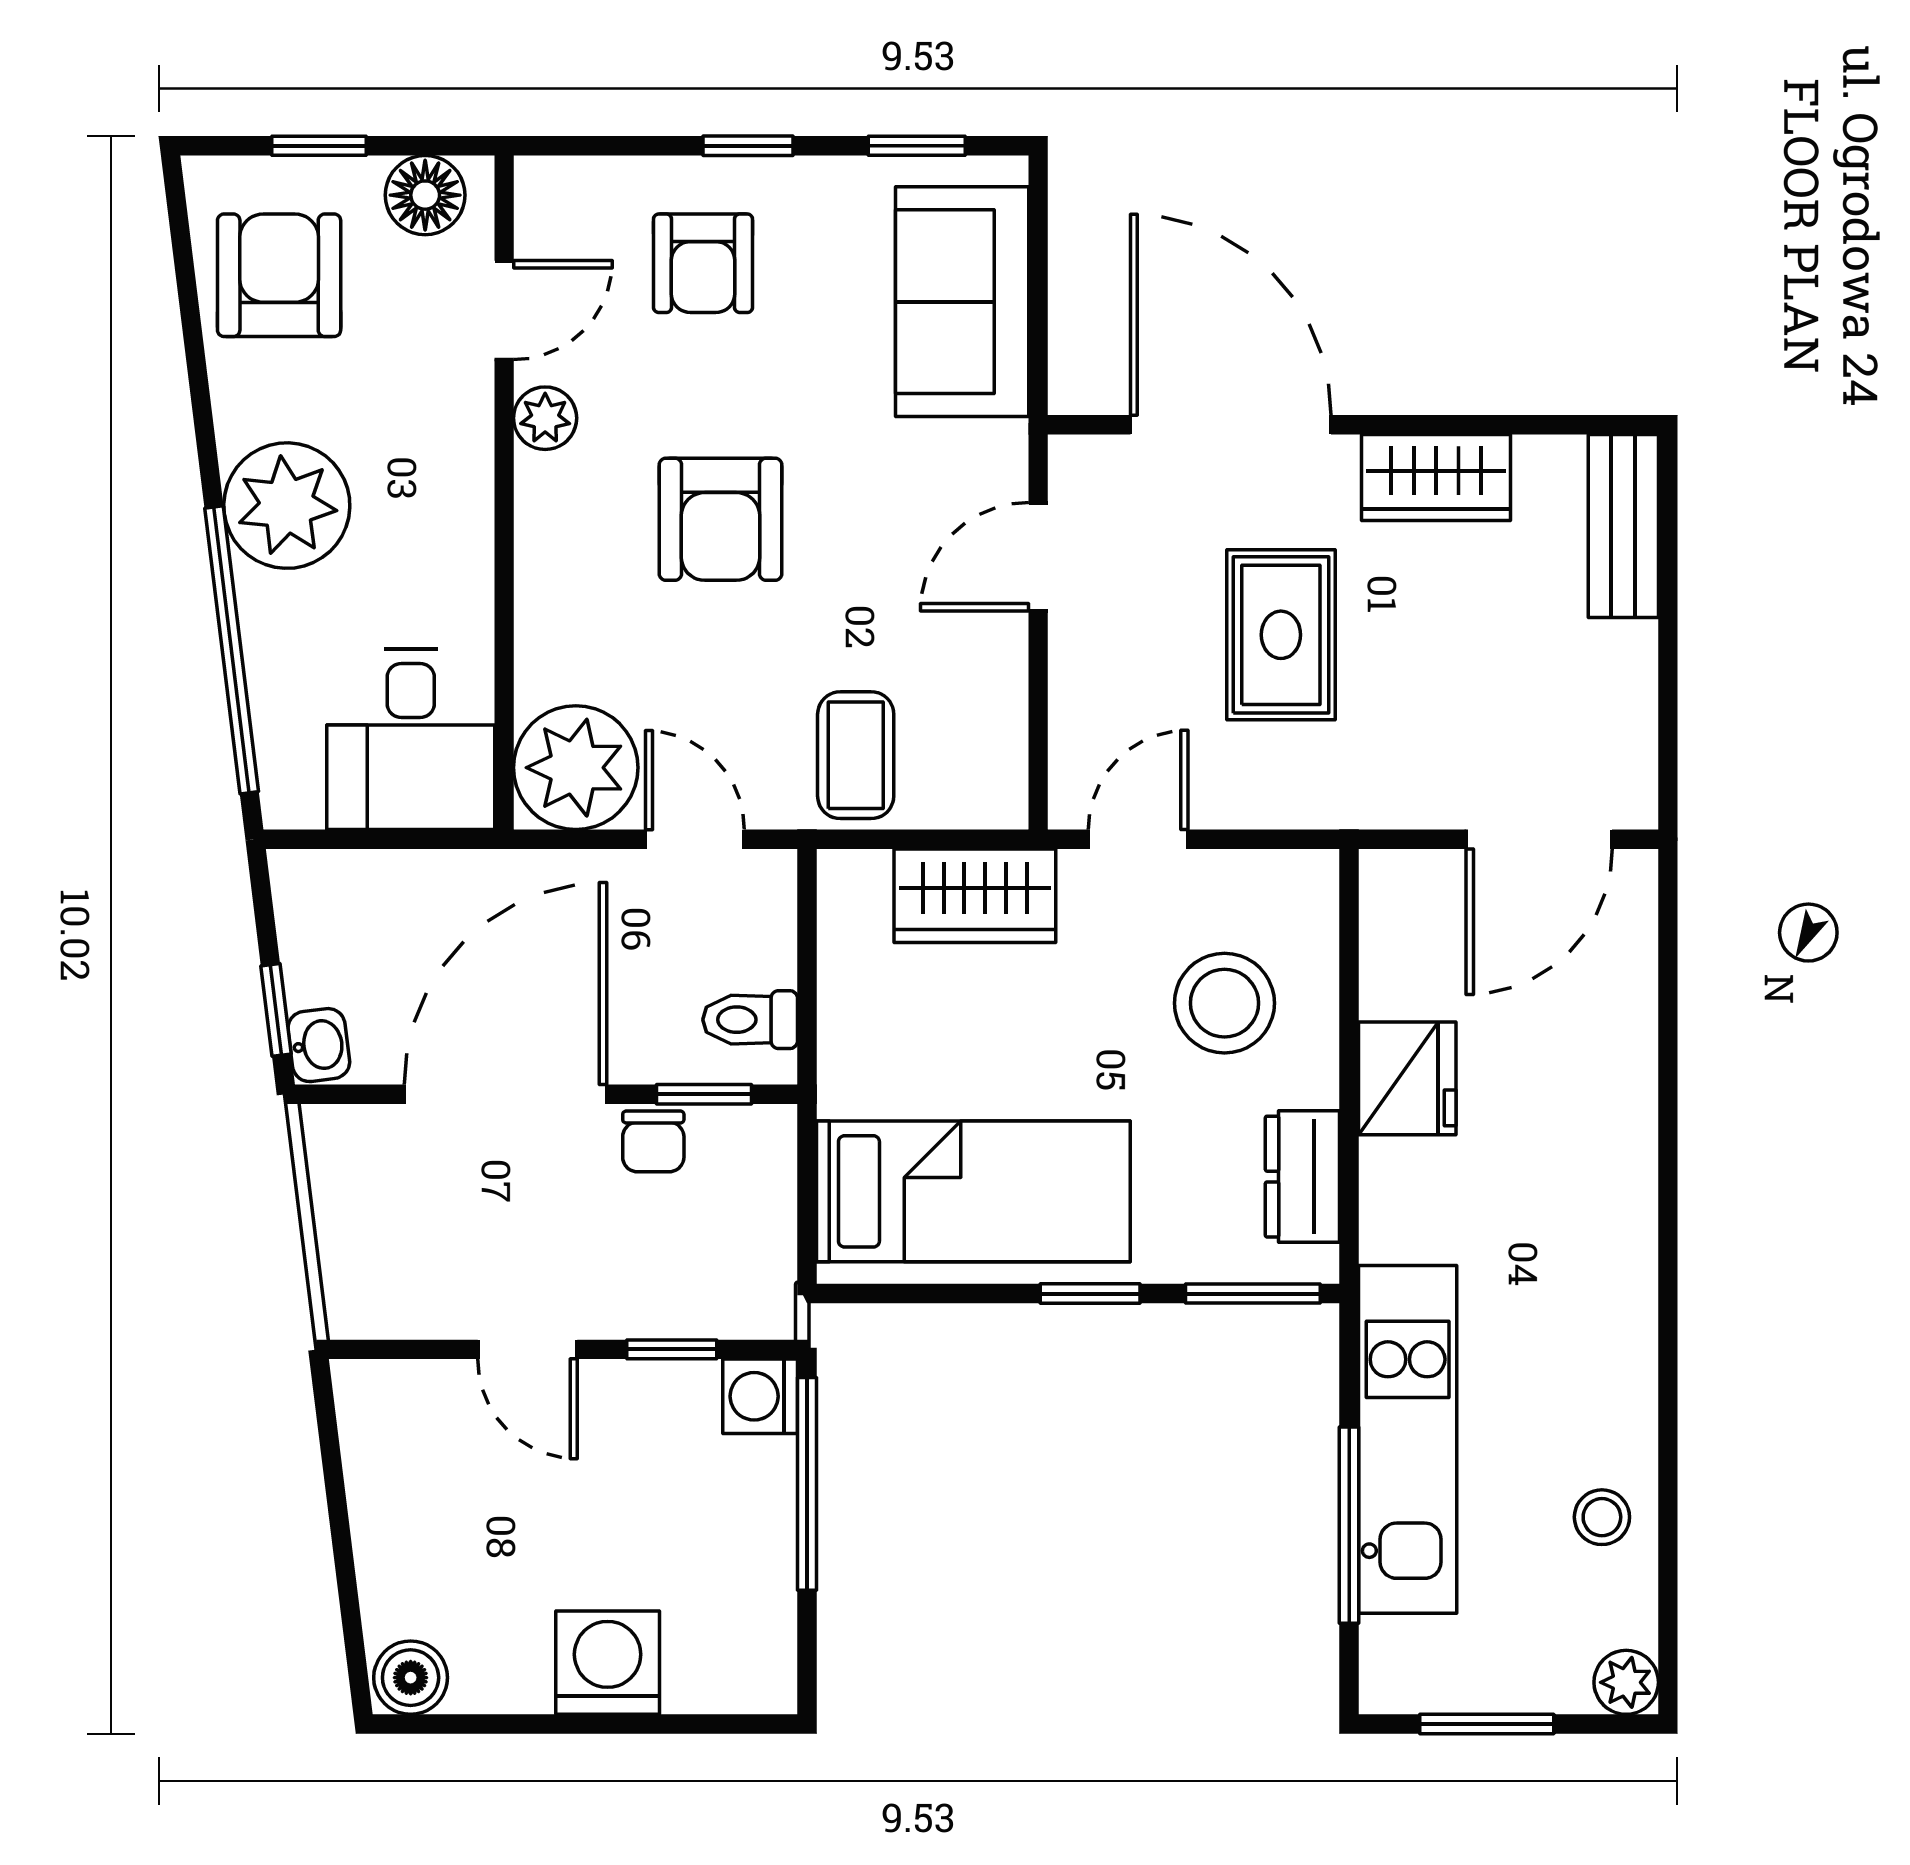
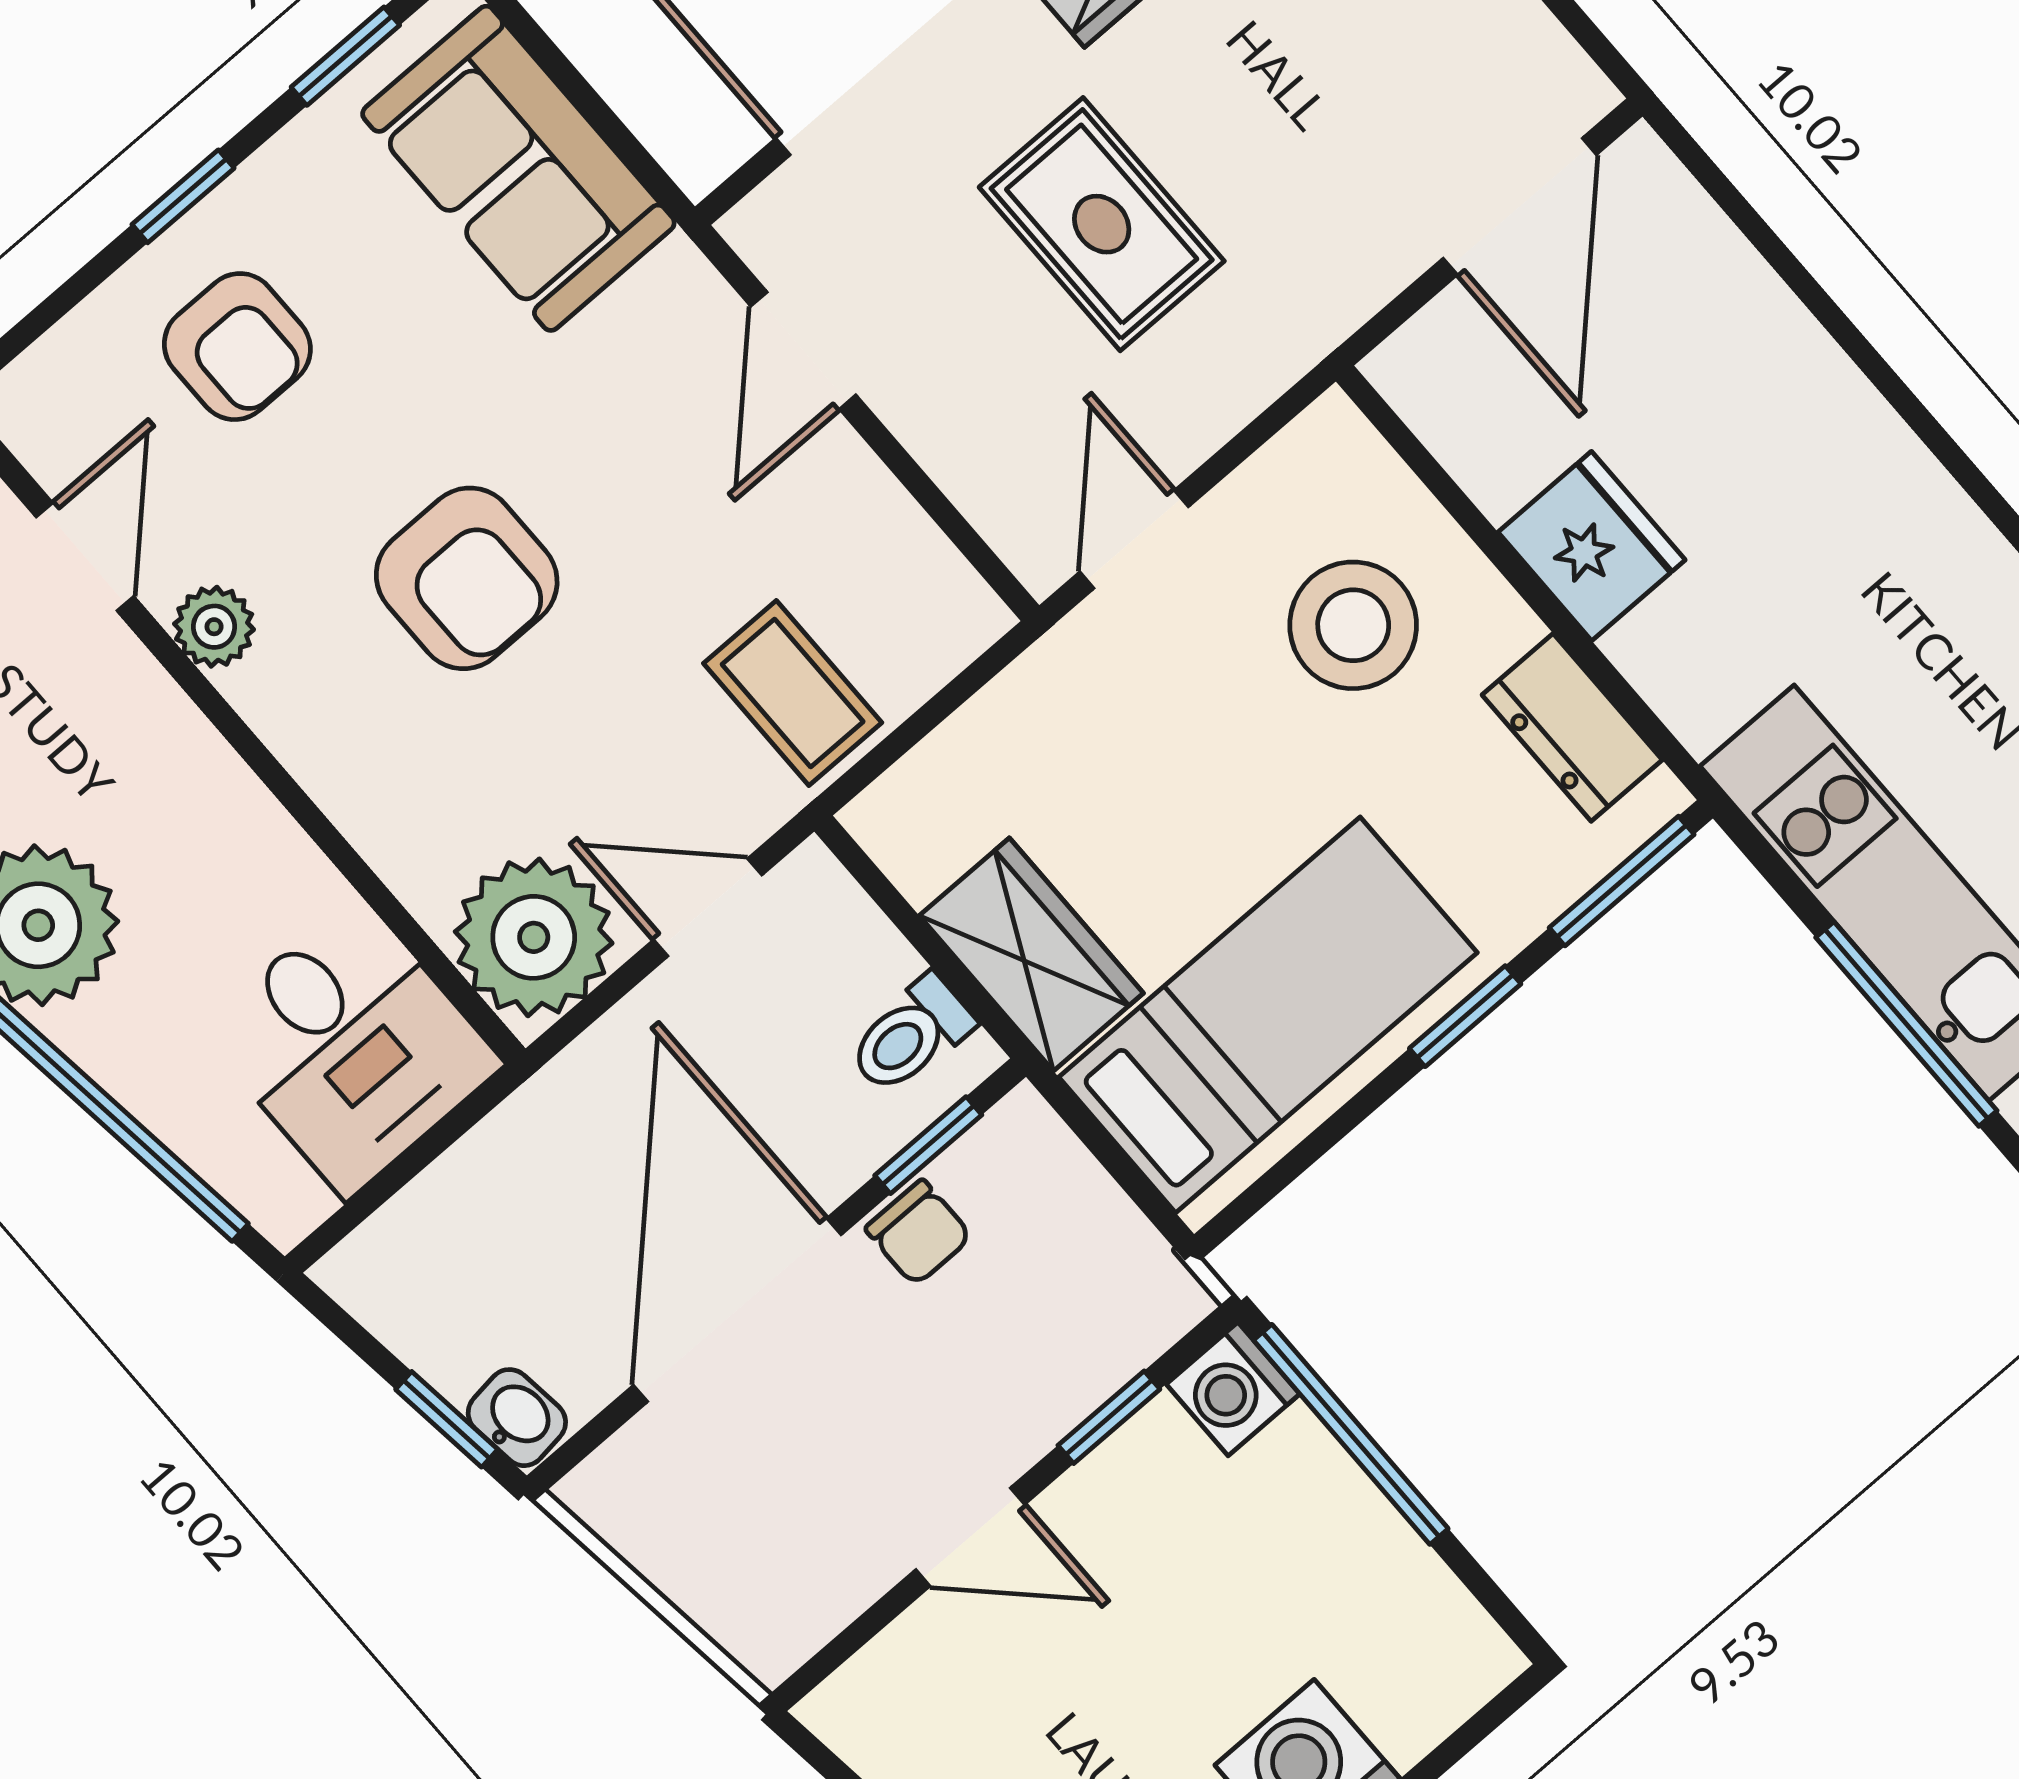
wardrobe: (975, 896) -> (1031, 954), moved, turned -90

